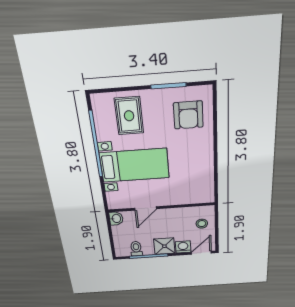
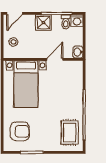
armchair: (188, 115) -> (20, 131), turned 90
rug: (129, 116) -> (70, 132), moved
bed with nightstands: (134, 165) -> (26, 84), moved, turned -90
washing machine: (183, 247) -> (77, 21), moved

